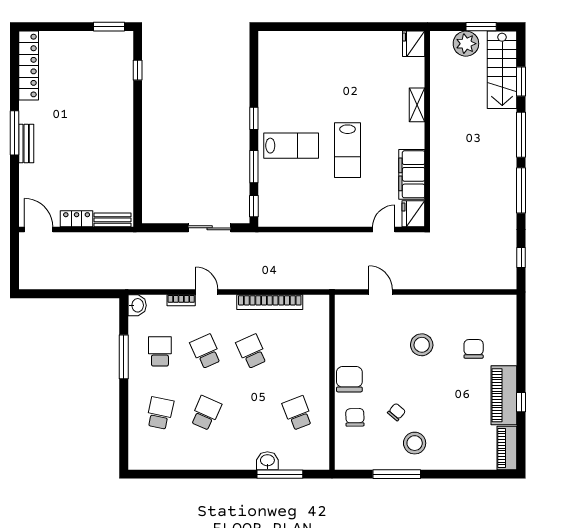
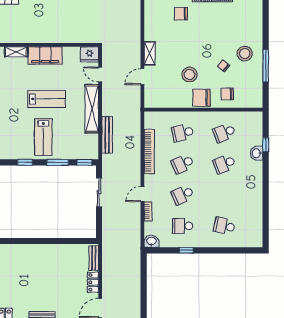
lab bench: (291, 146) -> (43, 137), turned 180
filing cabinet: (412, 174) -> (45, 56), moved
shelving: (333, 217) -> (92, 109), added
bench: (295, 240) -> (107, 135), added
shelving: (415, 303) -> (150, 53), added
stool: (422, 345) -> (189, 74), moved
school desk: (298, 351) -> (183, 133), added
window: (124, 357) -> (186, 250), width x0.46
school desk: (206, 413) -> (224, 164), moved, turned -45
window: (280, 474) -> (266, 145), width x0.46

